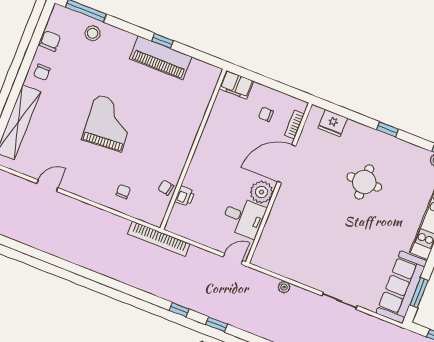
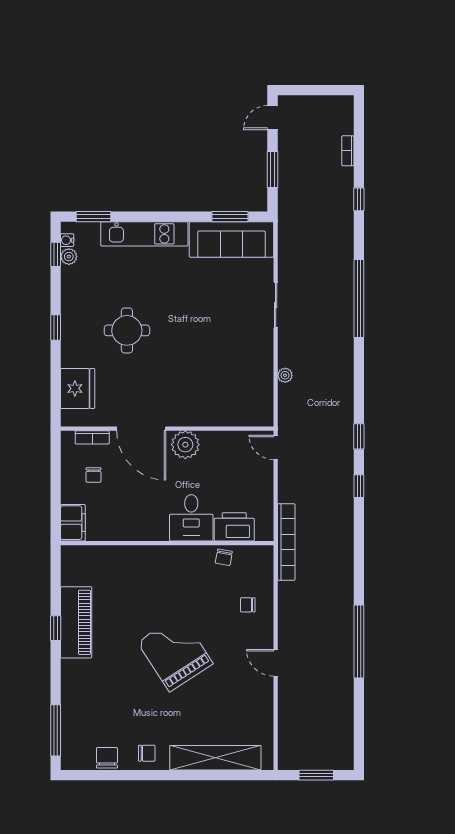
stool: (93, 33) -> (79, 712), removed
chair: (50, 41) -> (107, 758), turned 90
grand piano: (109, 123) -> (175, 653), turned 61
fridge: (333, 123) -> (78, 388), width x1.36, depth x1.34
door: (47, 186) -> (276, 663), moved
printer: (185, 196) -> (234, 527), width x1.87, depth x1.48
desk: (244, 217) -> (191, 518), moved, turned 180
window: (63, 264) -> (359, 642), added

